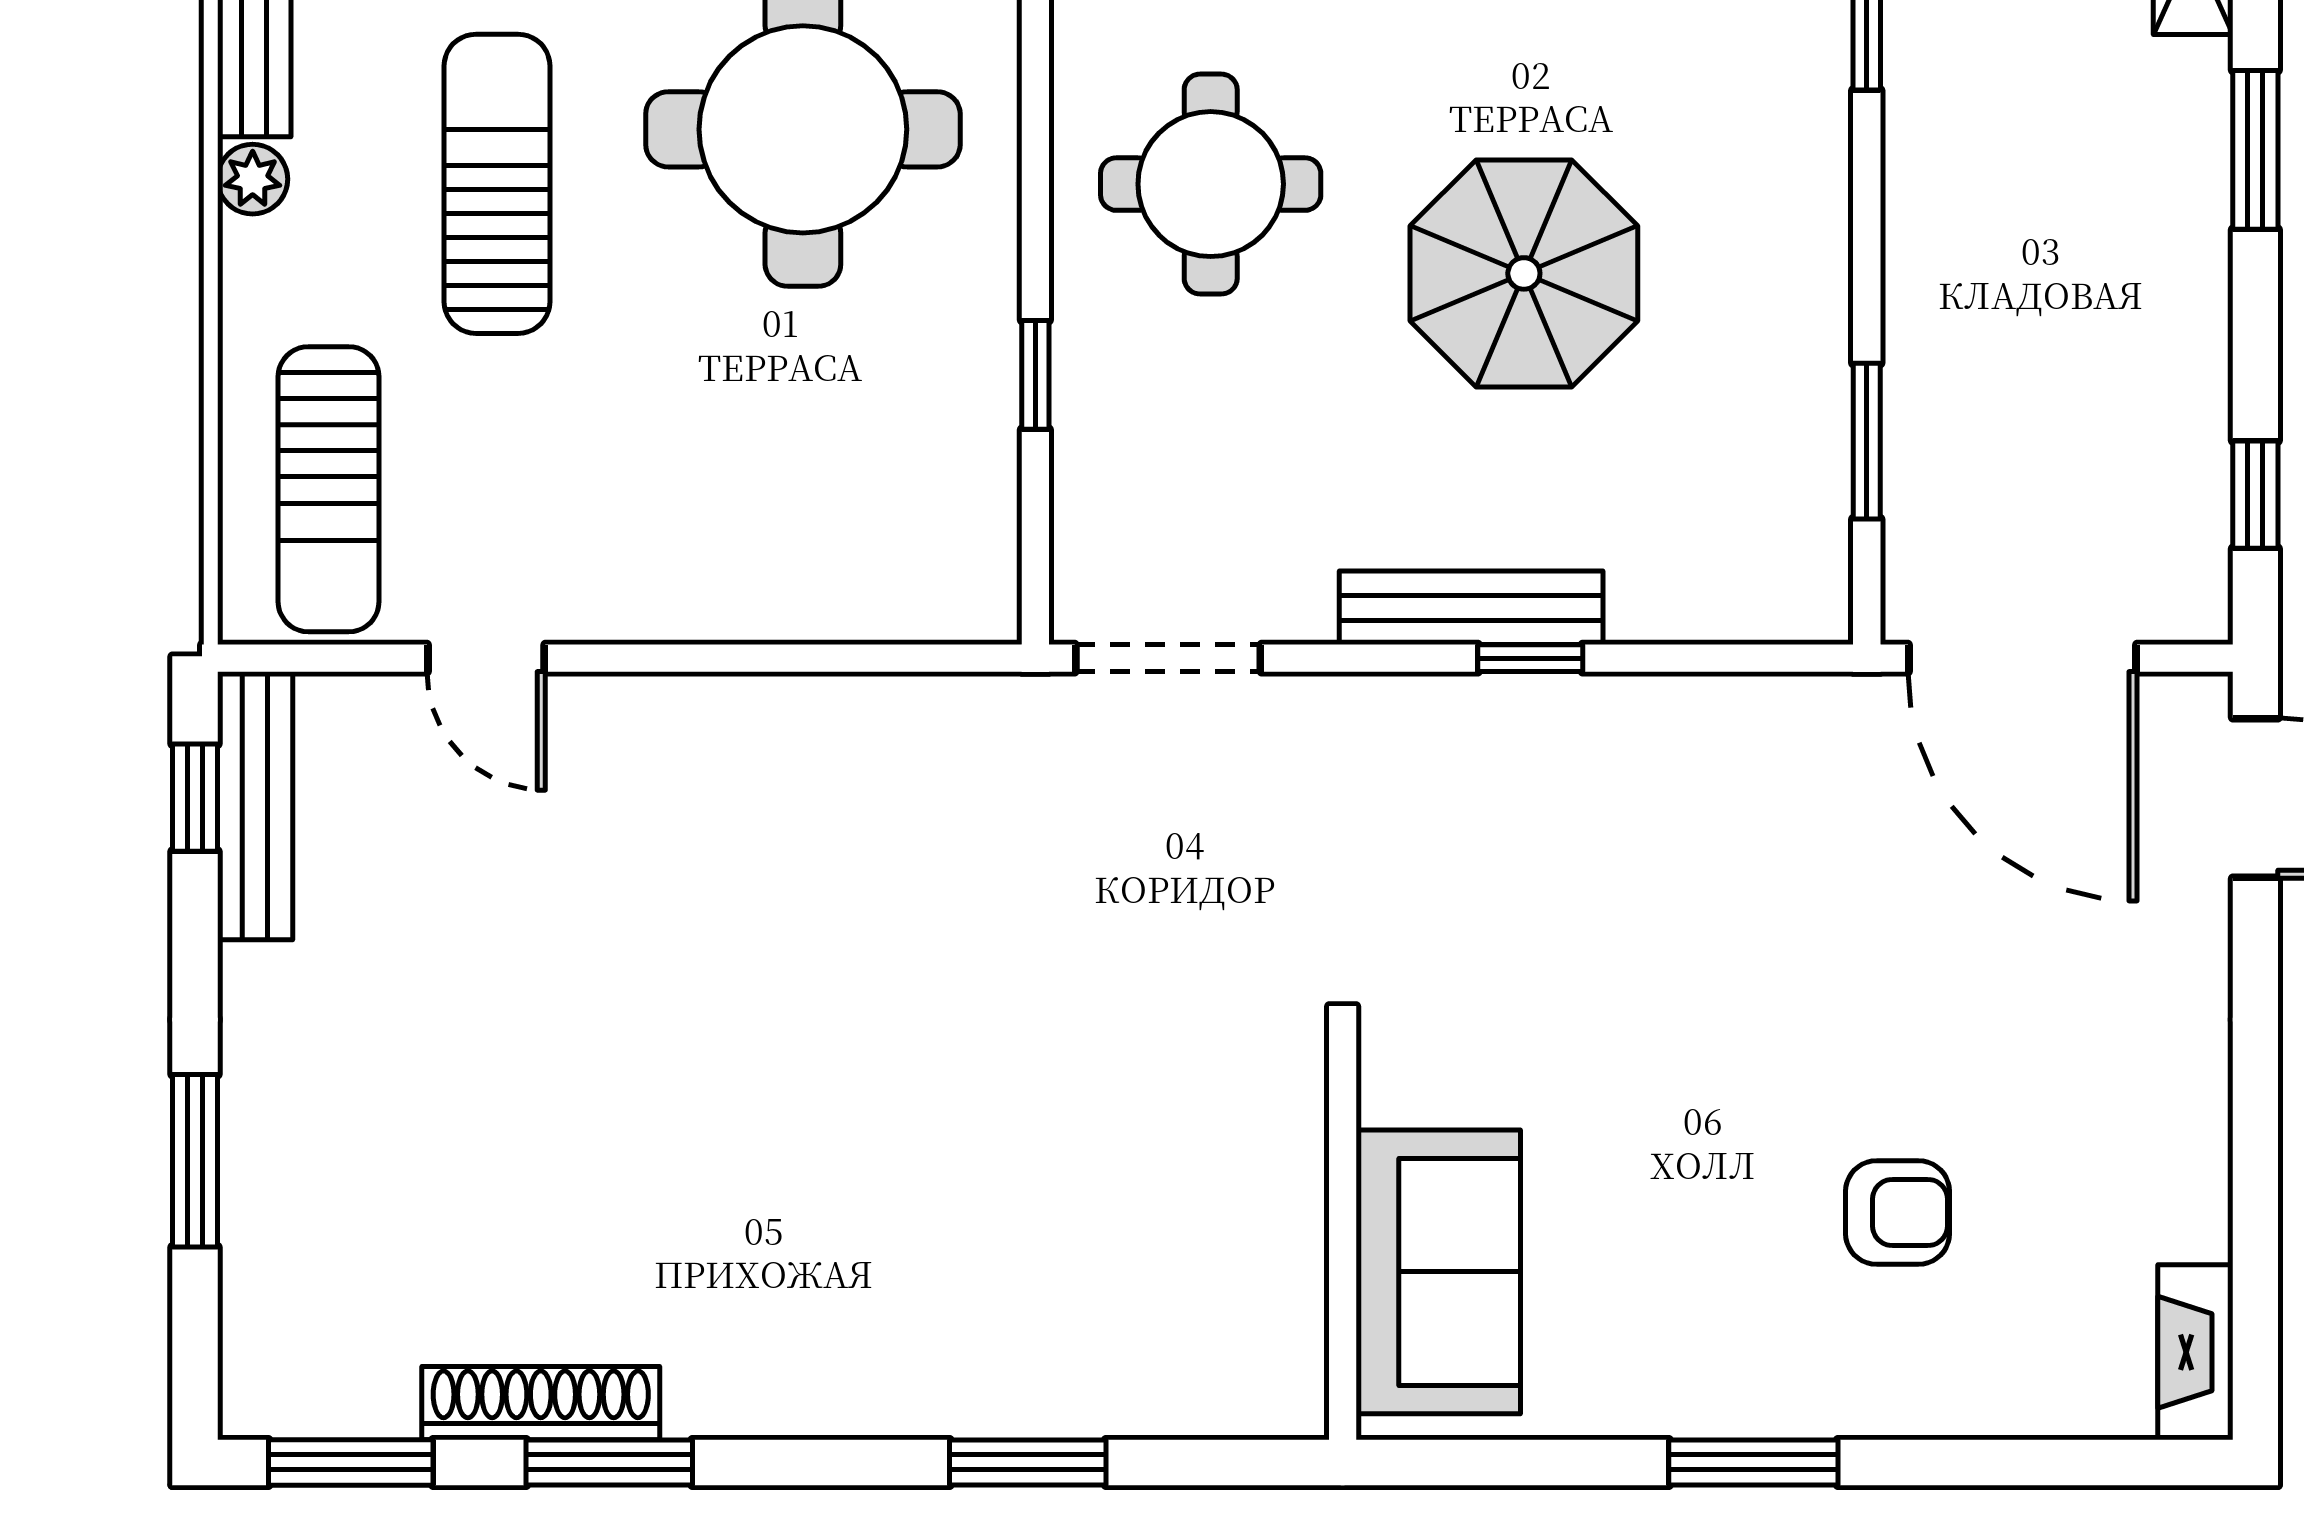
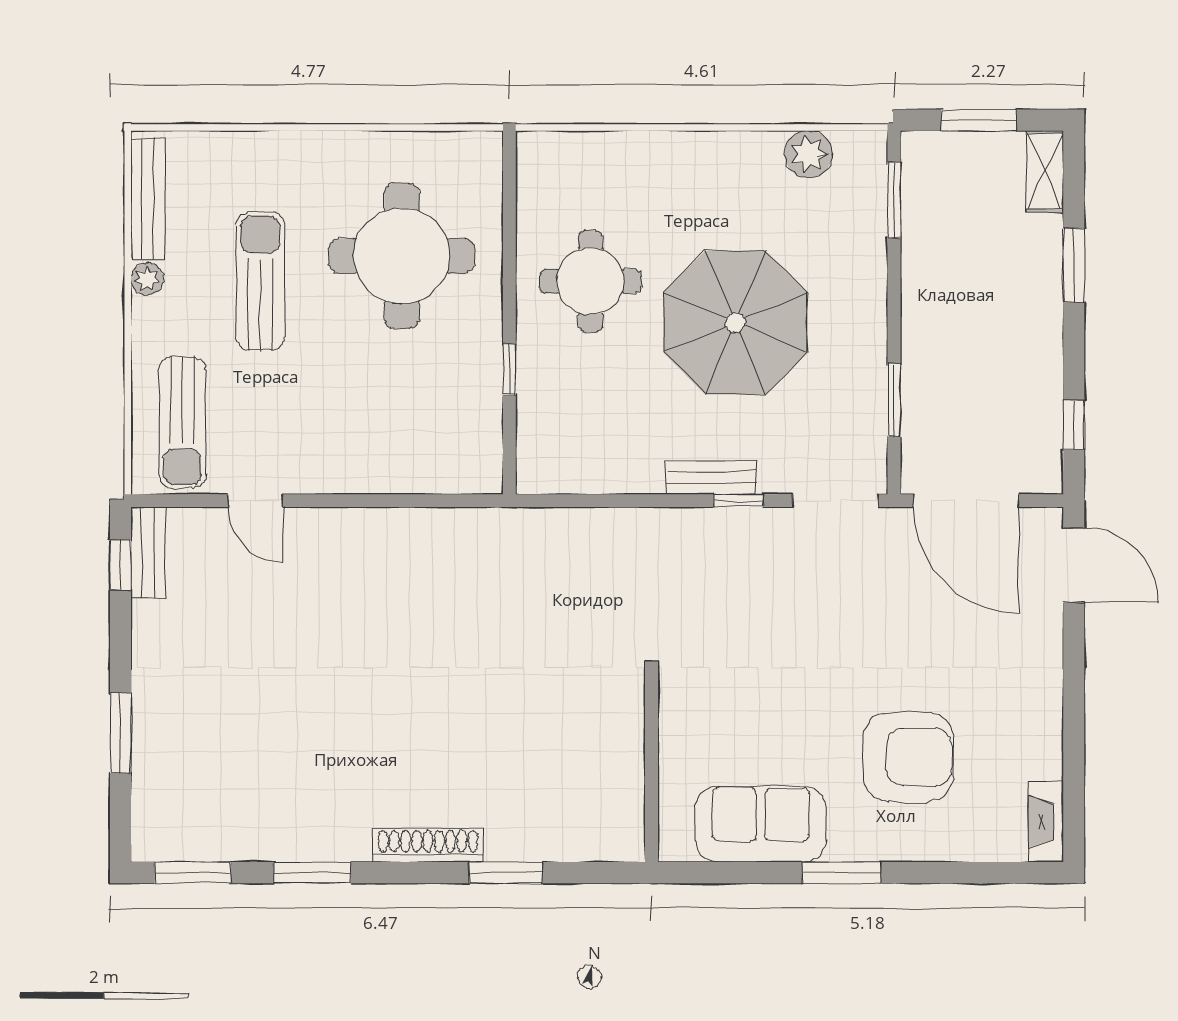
parasol: (1524, 273) -> (735, 323), width x1.36, depth x1.36
bench: (1471, 608) -> (711, 477), width x0.73
doorway: (1168, 658) -> (836, 501), moved
bench: (255, 806) -> (148, 552), width x0.73
armchair: (1898, 1213) -> (908, 757), width x1.88, depth x1.88
sofa: (1438, 1272) -> (761, 824), moved, turned -90
shoe rack: (541, 1403) -> (428, 845), moved

